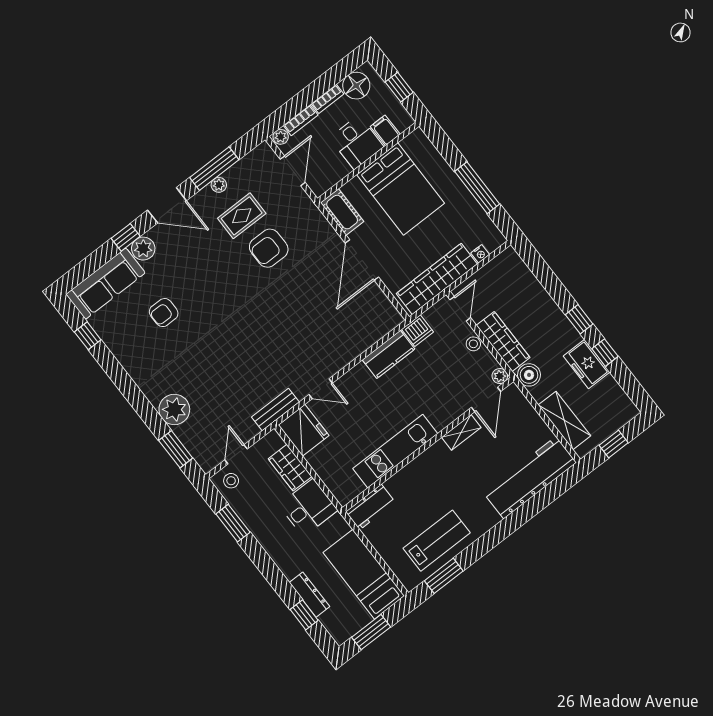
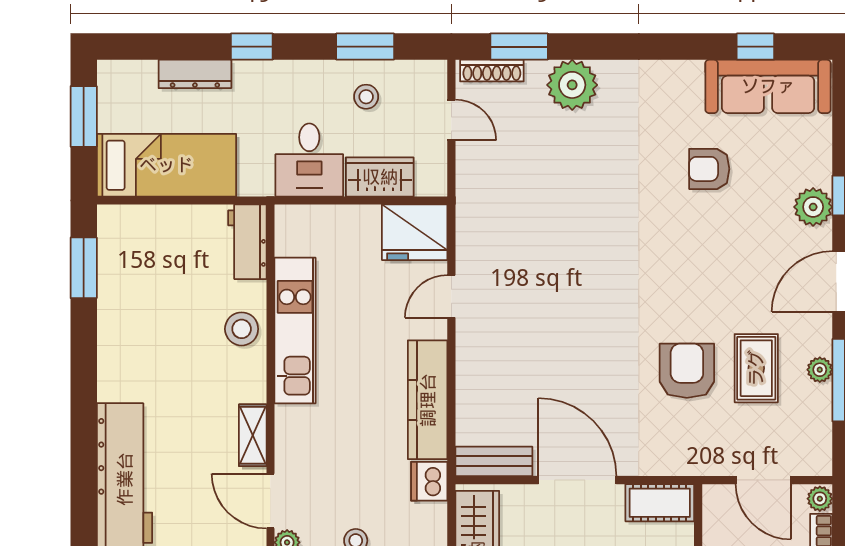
sofa: (105, 284) -> (768, 86), moved, turned -90
armchair: (164, 313) -> (709, 169), turned -90
kitchen counter: (389, 354) -> (428, 400), width x1.50
bench: (275, 410) -> (494, 461), moved, turned 90
shoe rack: (197, 453) -> (492, 71), added
stool: (414, 477) -> (242, 329), added
stool: (231, 481) -> (366, 97), moved
lab bench: (437, 541) -> (137, 294), removed
window: (304, 615) -> (252, 47), moved

